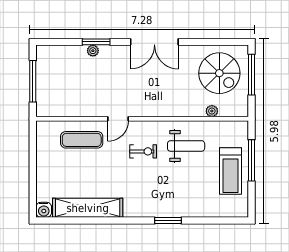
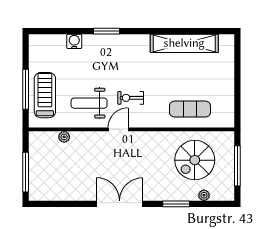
plant: (93, 51) -> (204, 195), moved
spiral stairs: (219, 73) -> (195, 160), moved, turned -90
door: (118, 119) -> (118, 129), moved
treadmill: (231, 171) -> (45, 95), moved
water cooler: (44, 210) -> (74, 41), moved

